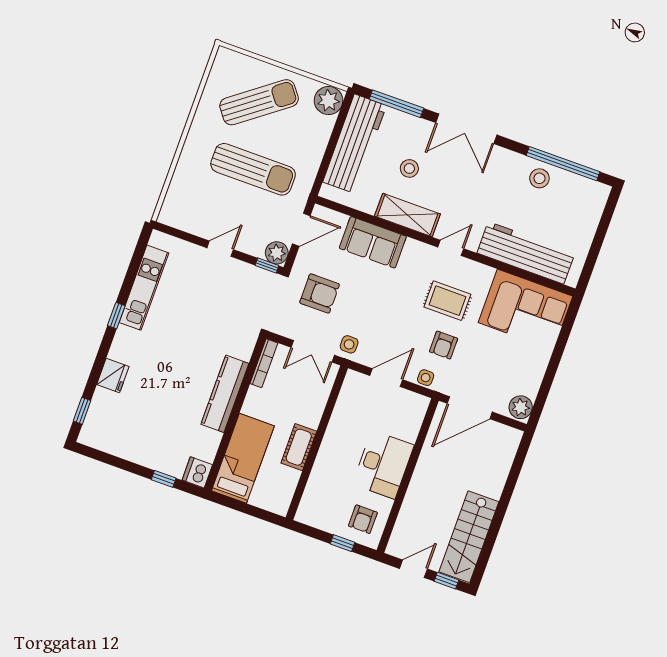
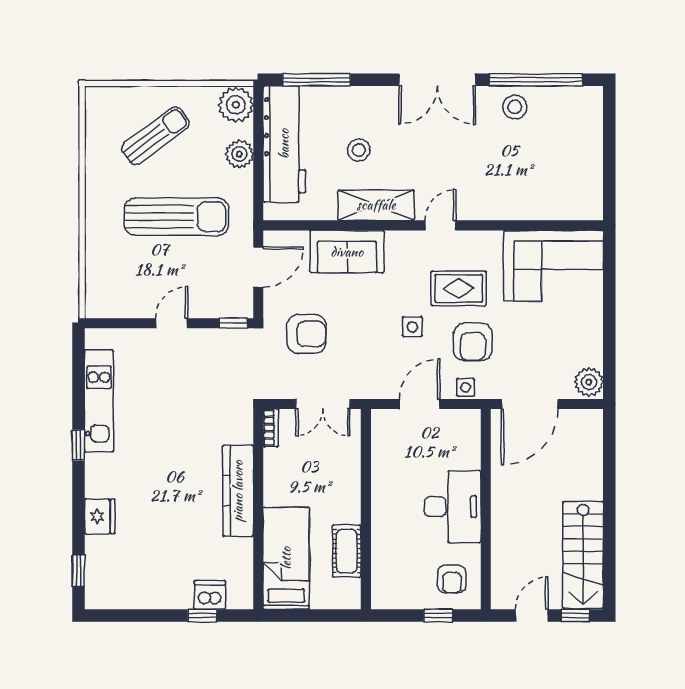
sun lounger: (259, 102) -> (155, 136), width x0.73, depth x0.75
double door: (466, 129) -> (437, 80), moved
plant: (277, 253) -> (239, 154), moved
workbench: (526, 253) -> (530, 200), removed
side table: (349, 344) -> (412, 327), moved
armchair: (444, 345) -> (473, 342), width x1.38, depth x1.38
bookcase: (264, 363) -> (271, 428), width x0.64
cot: (299, 447) -> (347, 551), moved
dishwasher: (197, 472) -> (210, 595), moved, turned 90

